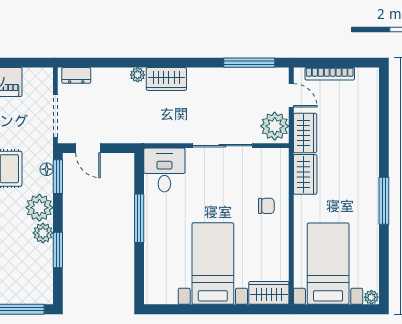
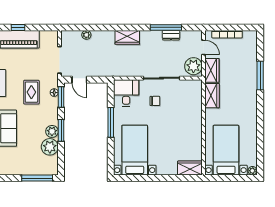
window: (249, 63) -> (166, 27), moved
dresser: (76, 75) -> (171, 35), moved
plant: (138, 75) -> (86, 35), moved
window: (384, 201) -> (260, 76), moved
chair: (266, 206) -> (155, 101), moved
plant: (39, 208) -> (50, 147), moved
window: (58, 250) -> (61, 130), moved
bed with nightstands: (213, 264) -> (135, 150), moved

